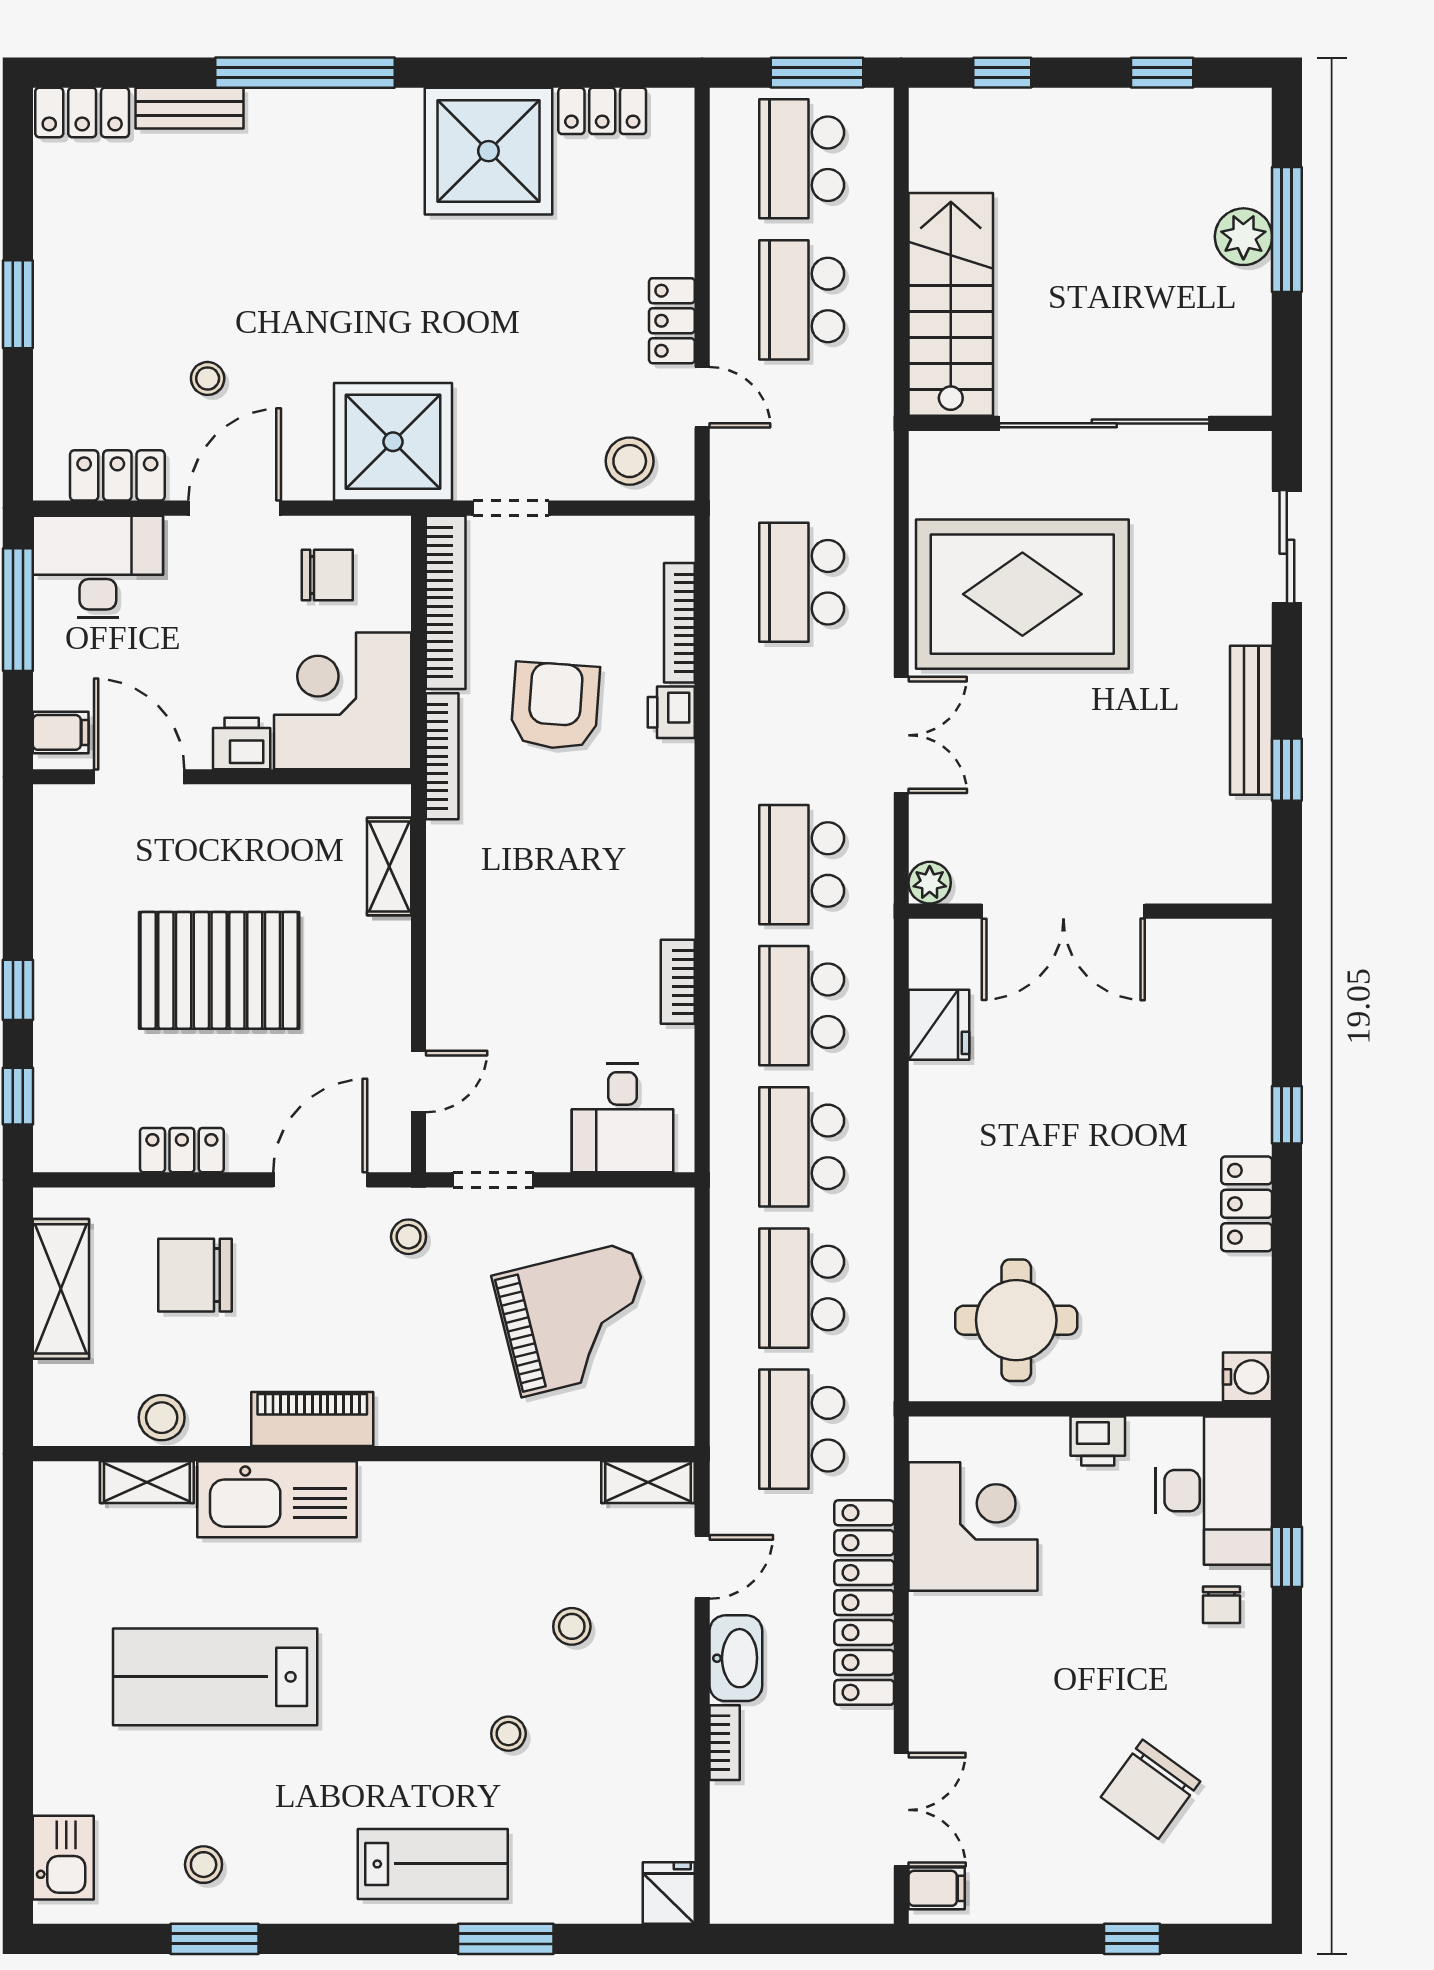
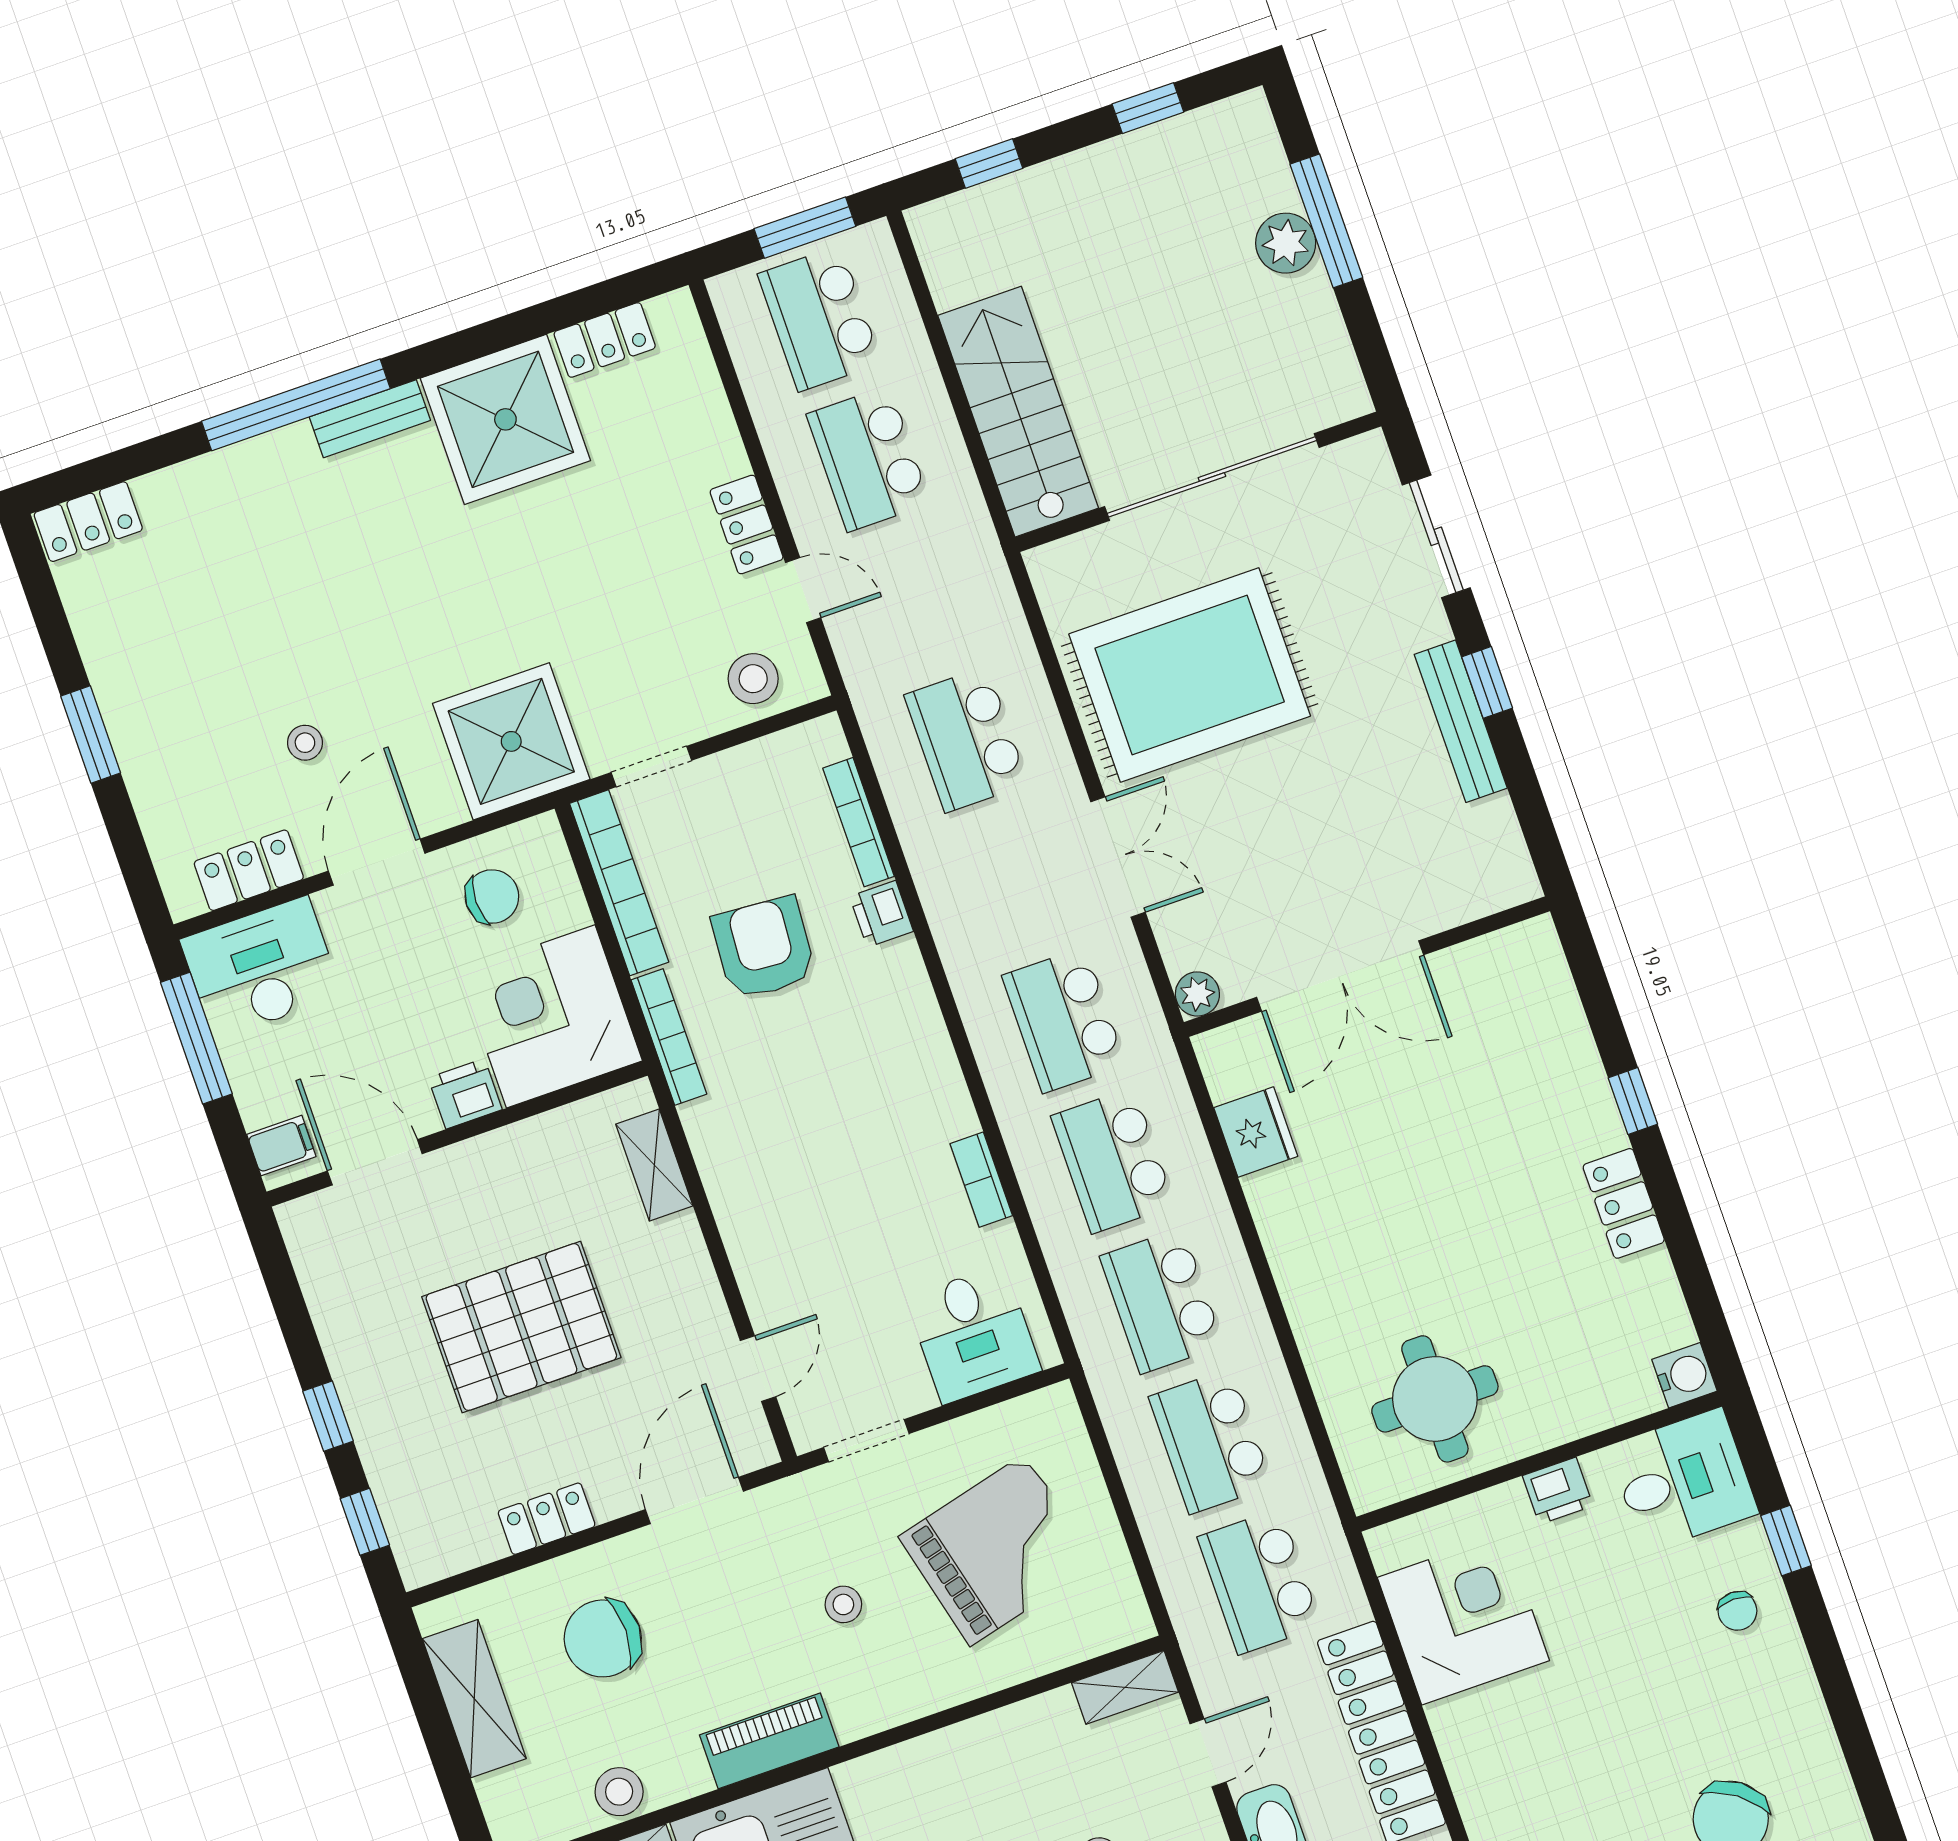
bench: (189, 108) -> (370, 419), moved
window: (1287, 770) -> (1487, 682), moved
stool: (409, 1237) -> (843, 1604), moved
desk: (1214, 1491) -> (1683, 1480), width x0.73

